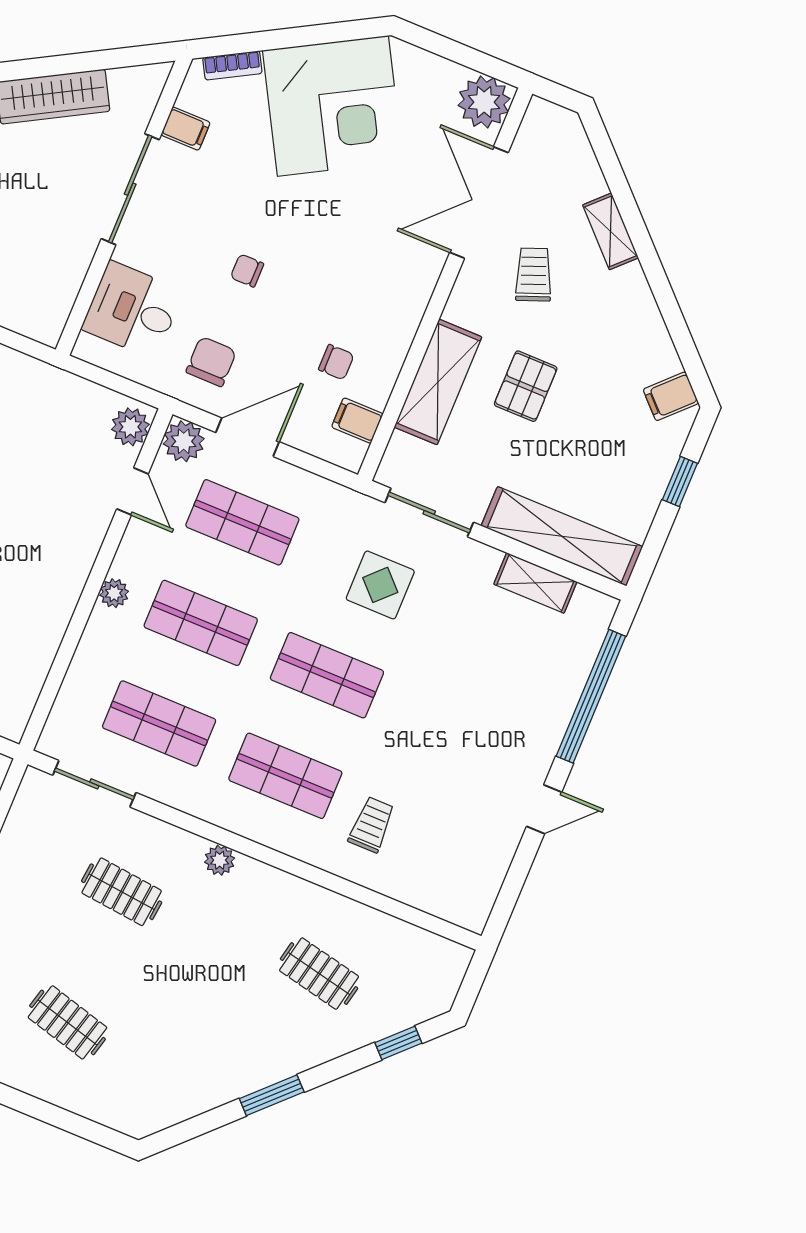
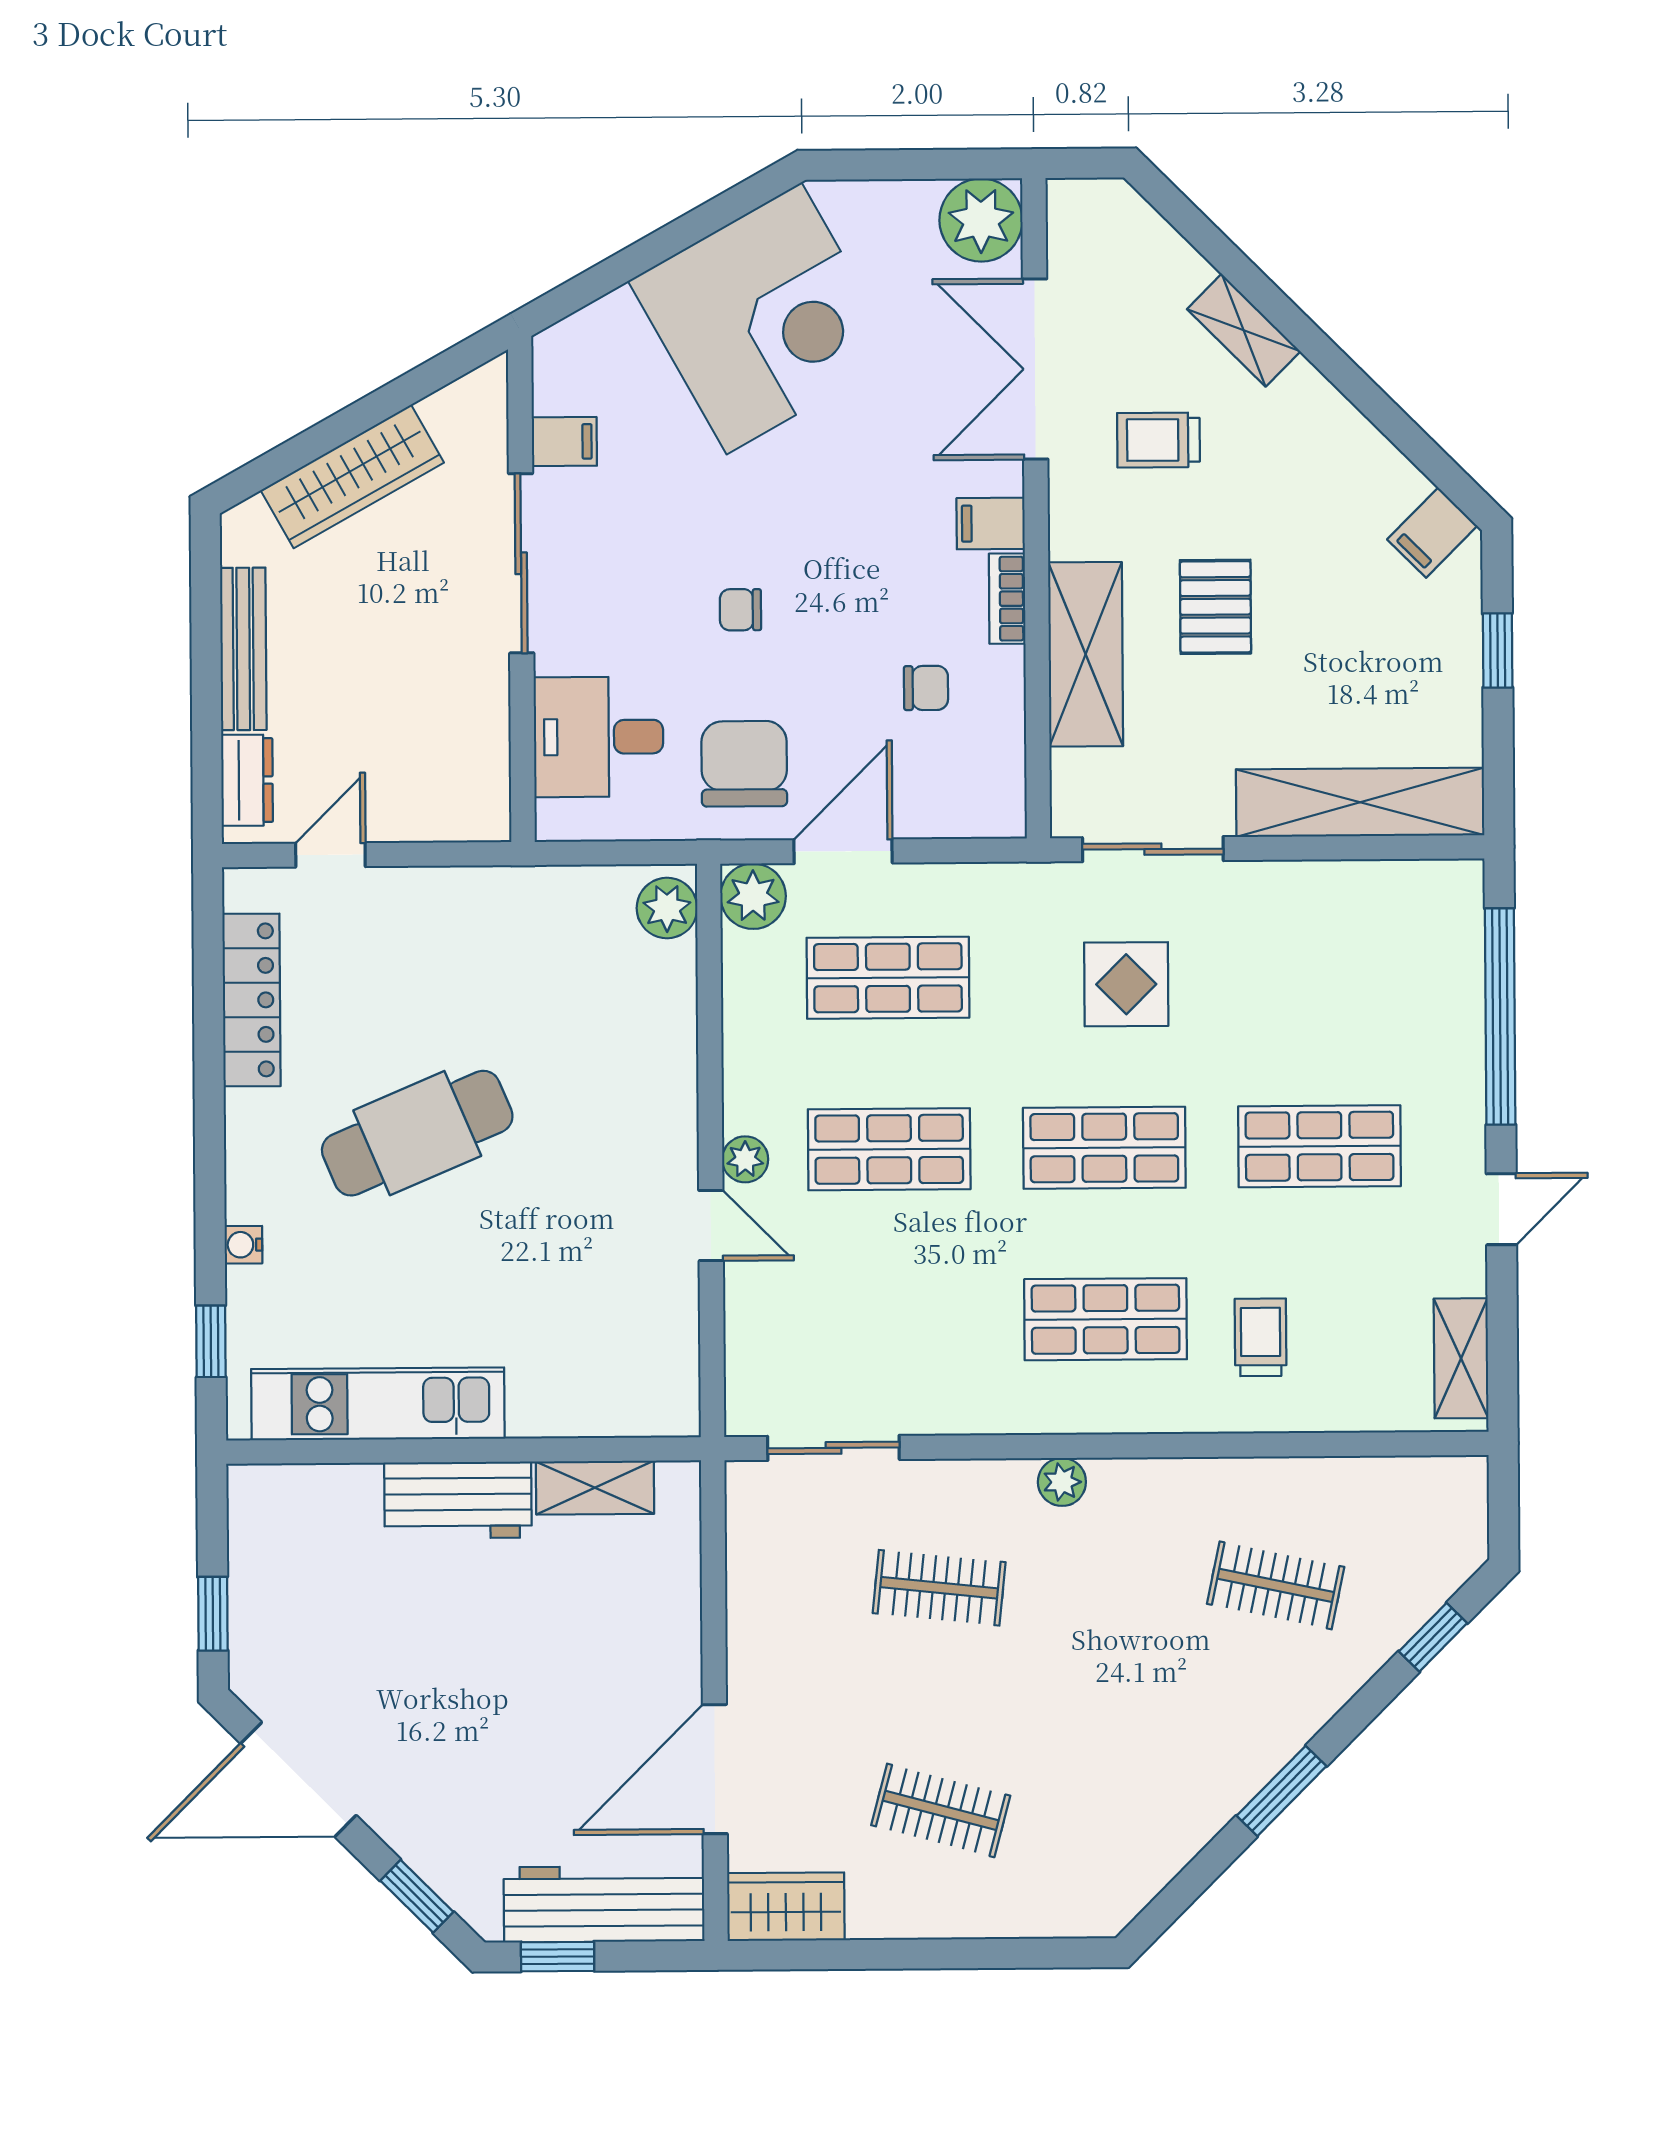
bookcase: (232, 65) -> (1007, 599), moved, turned 119
trolley: (534, 275) -> (1158, 440), turned -69
chair: (211, 362) -> (744, 764), width x1.37, depth x1.37
filing cabinet: (357, 421) -> (991, 523), moved
door: (132, 491) -> (711, 1226), moved
shelving: (535, 583) -> (1461, 1358), moved, turned 90
shop shelf: (159, 723) -> (1319, 1146), moved

